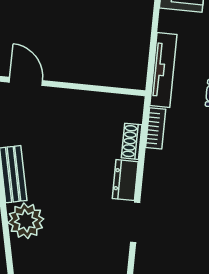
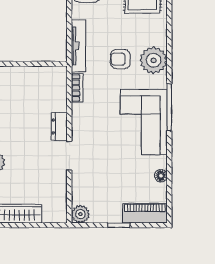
shoe rack: (132, 141) -> (61, 99), removed

